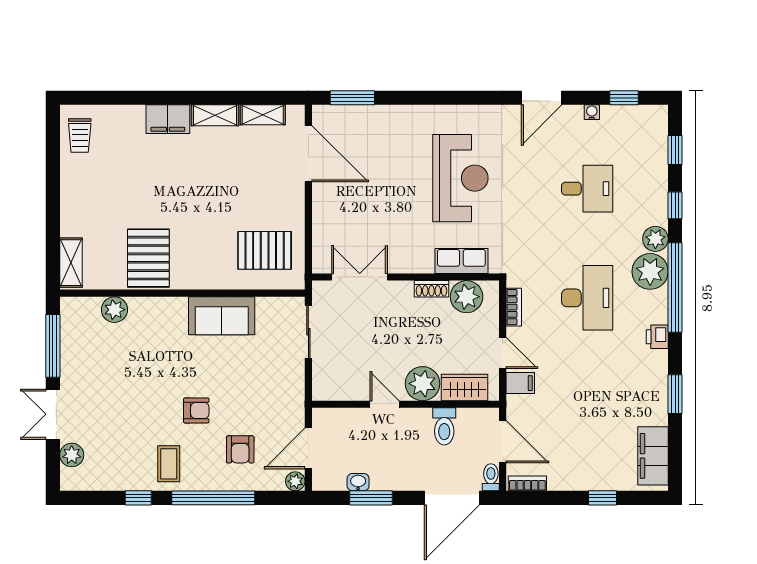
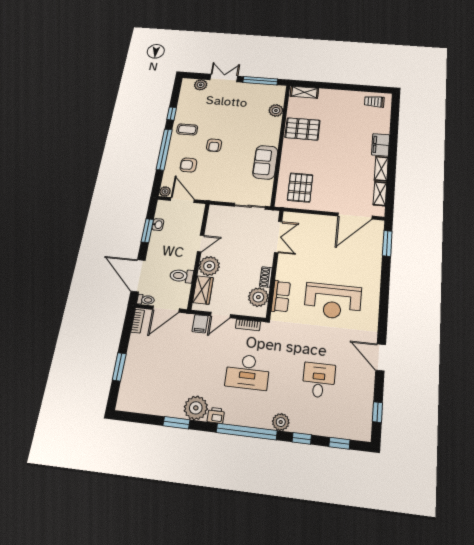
water cooler: (592, 112) -> (369, 389), removed
desk: (587, 189) -> (319, 380), turned 180
plant: (650, 271) -> (196, 408), moved
filing cabinet: (653, 456) -> (139, 403), removed
window: (603, 498) -> (119, 367), width x1.50

